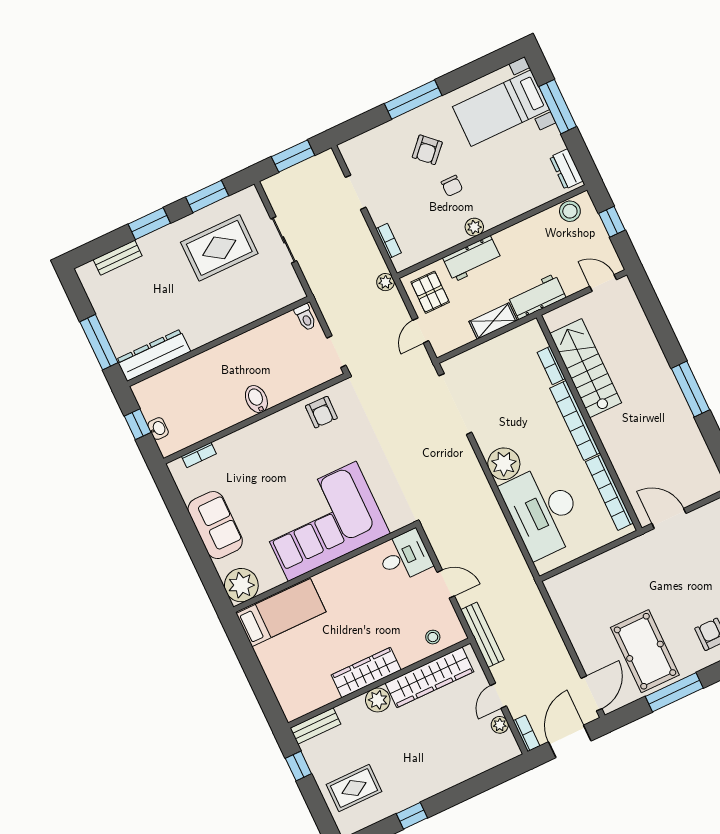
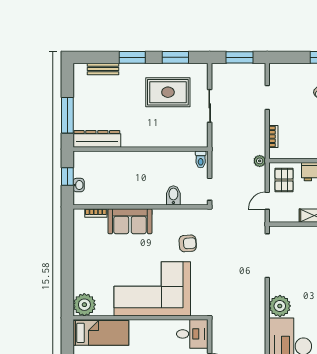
bidet: (256, 399) -> (173, 195), moved
armchair: (321, 412) -> (188, 243), moved, turned -95
sofa: (215, 525) -> (130, 221), moved, turned 90

